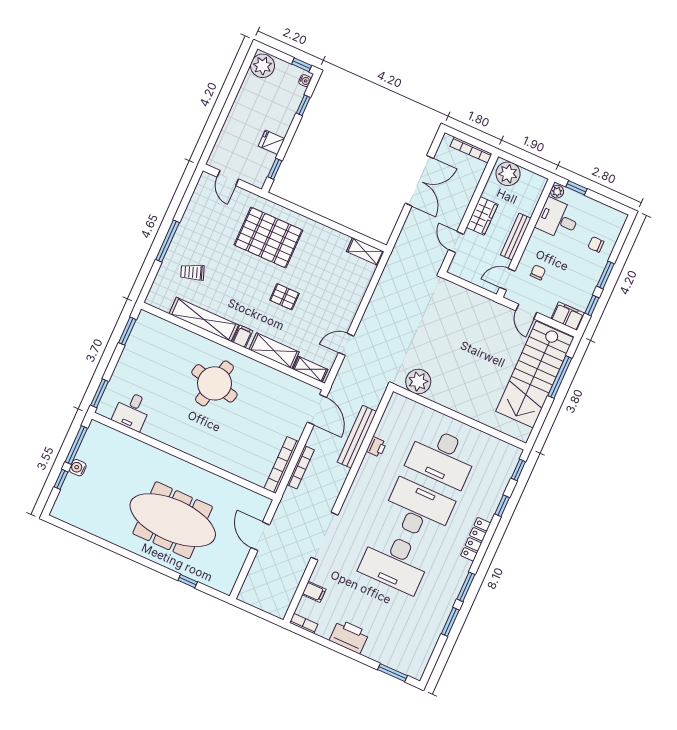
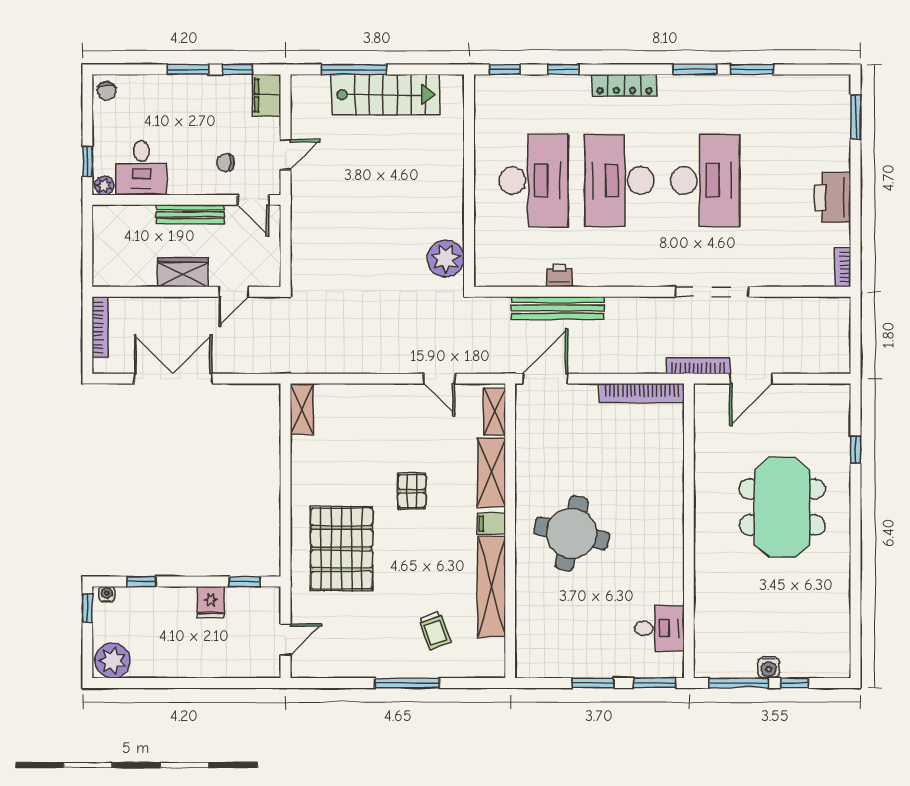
plant: (508, 174) -> (110, 263), removed
chair: (596, 244) -> (107, 91), moved
window: (127, 331) -> (593, 683), moved
stairs: (535, 375) -> (385, 95), width x0.73, depth x0.66
bookcase: (301, 467) -> (698, 366), moved
meeting table: (173, 520) -> (782, 507), width x0.73
filing cabinet: (314, 592) -> (794, 272), removed

